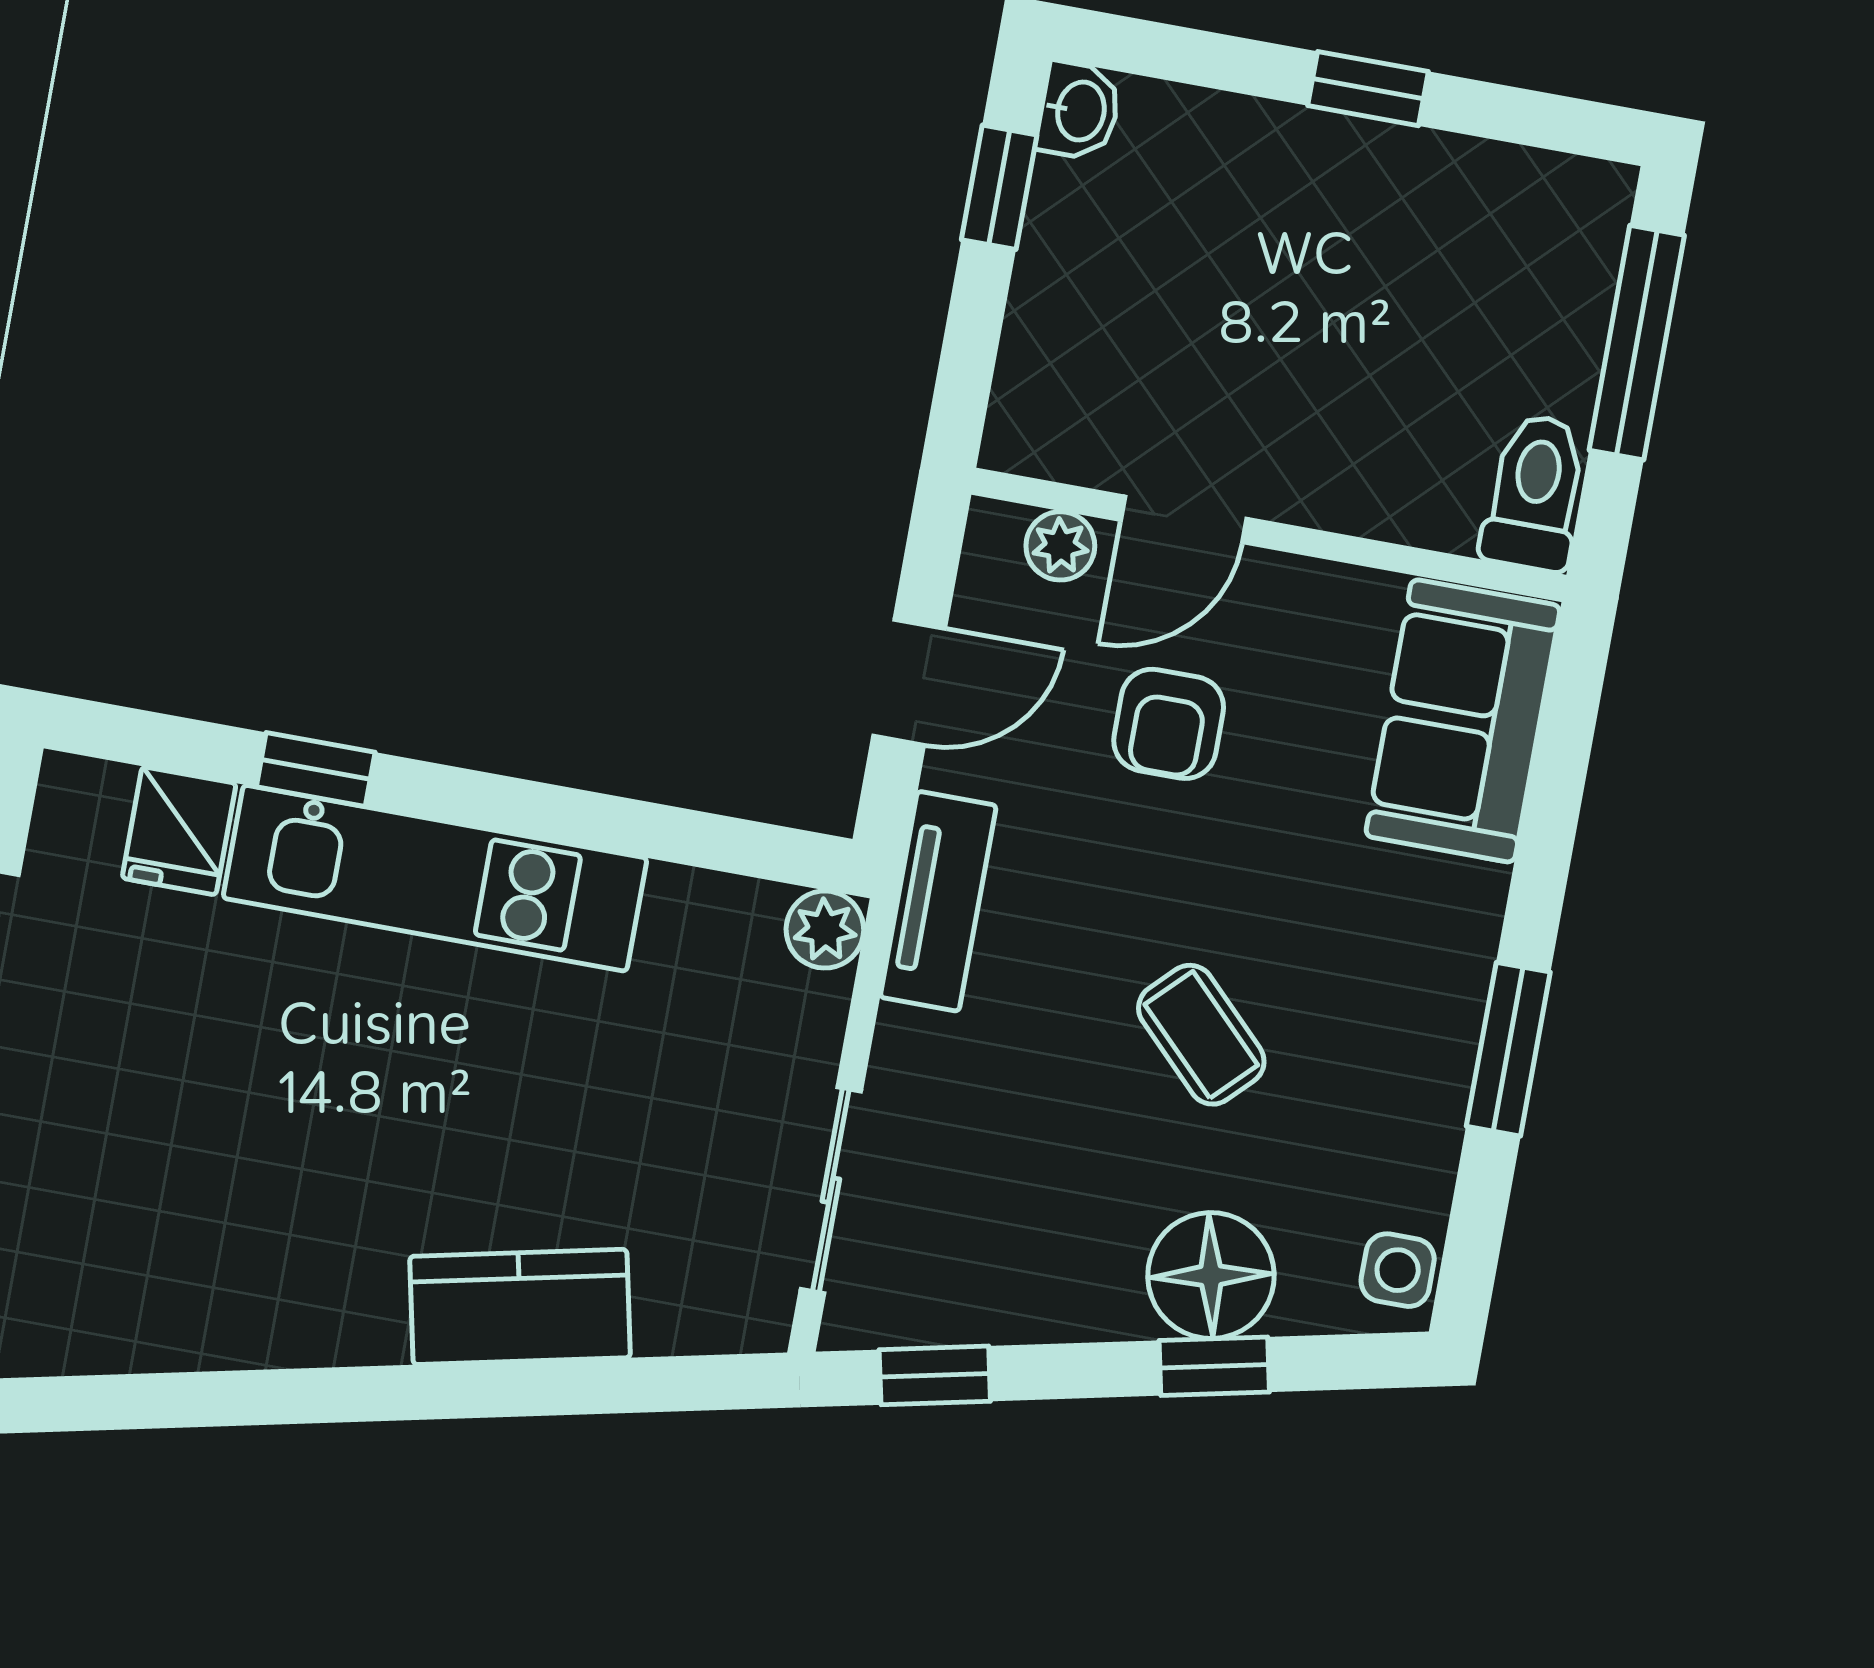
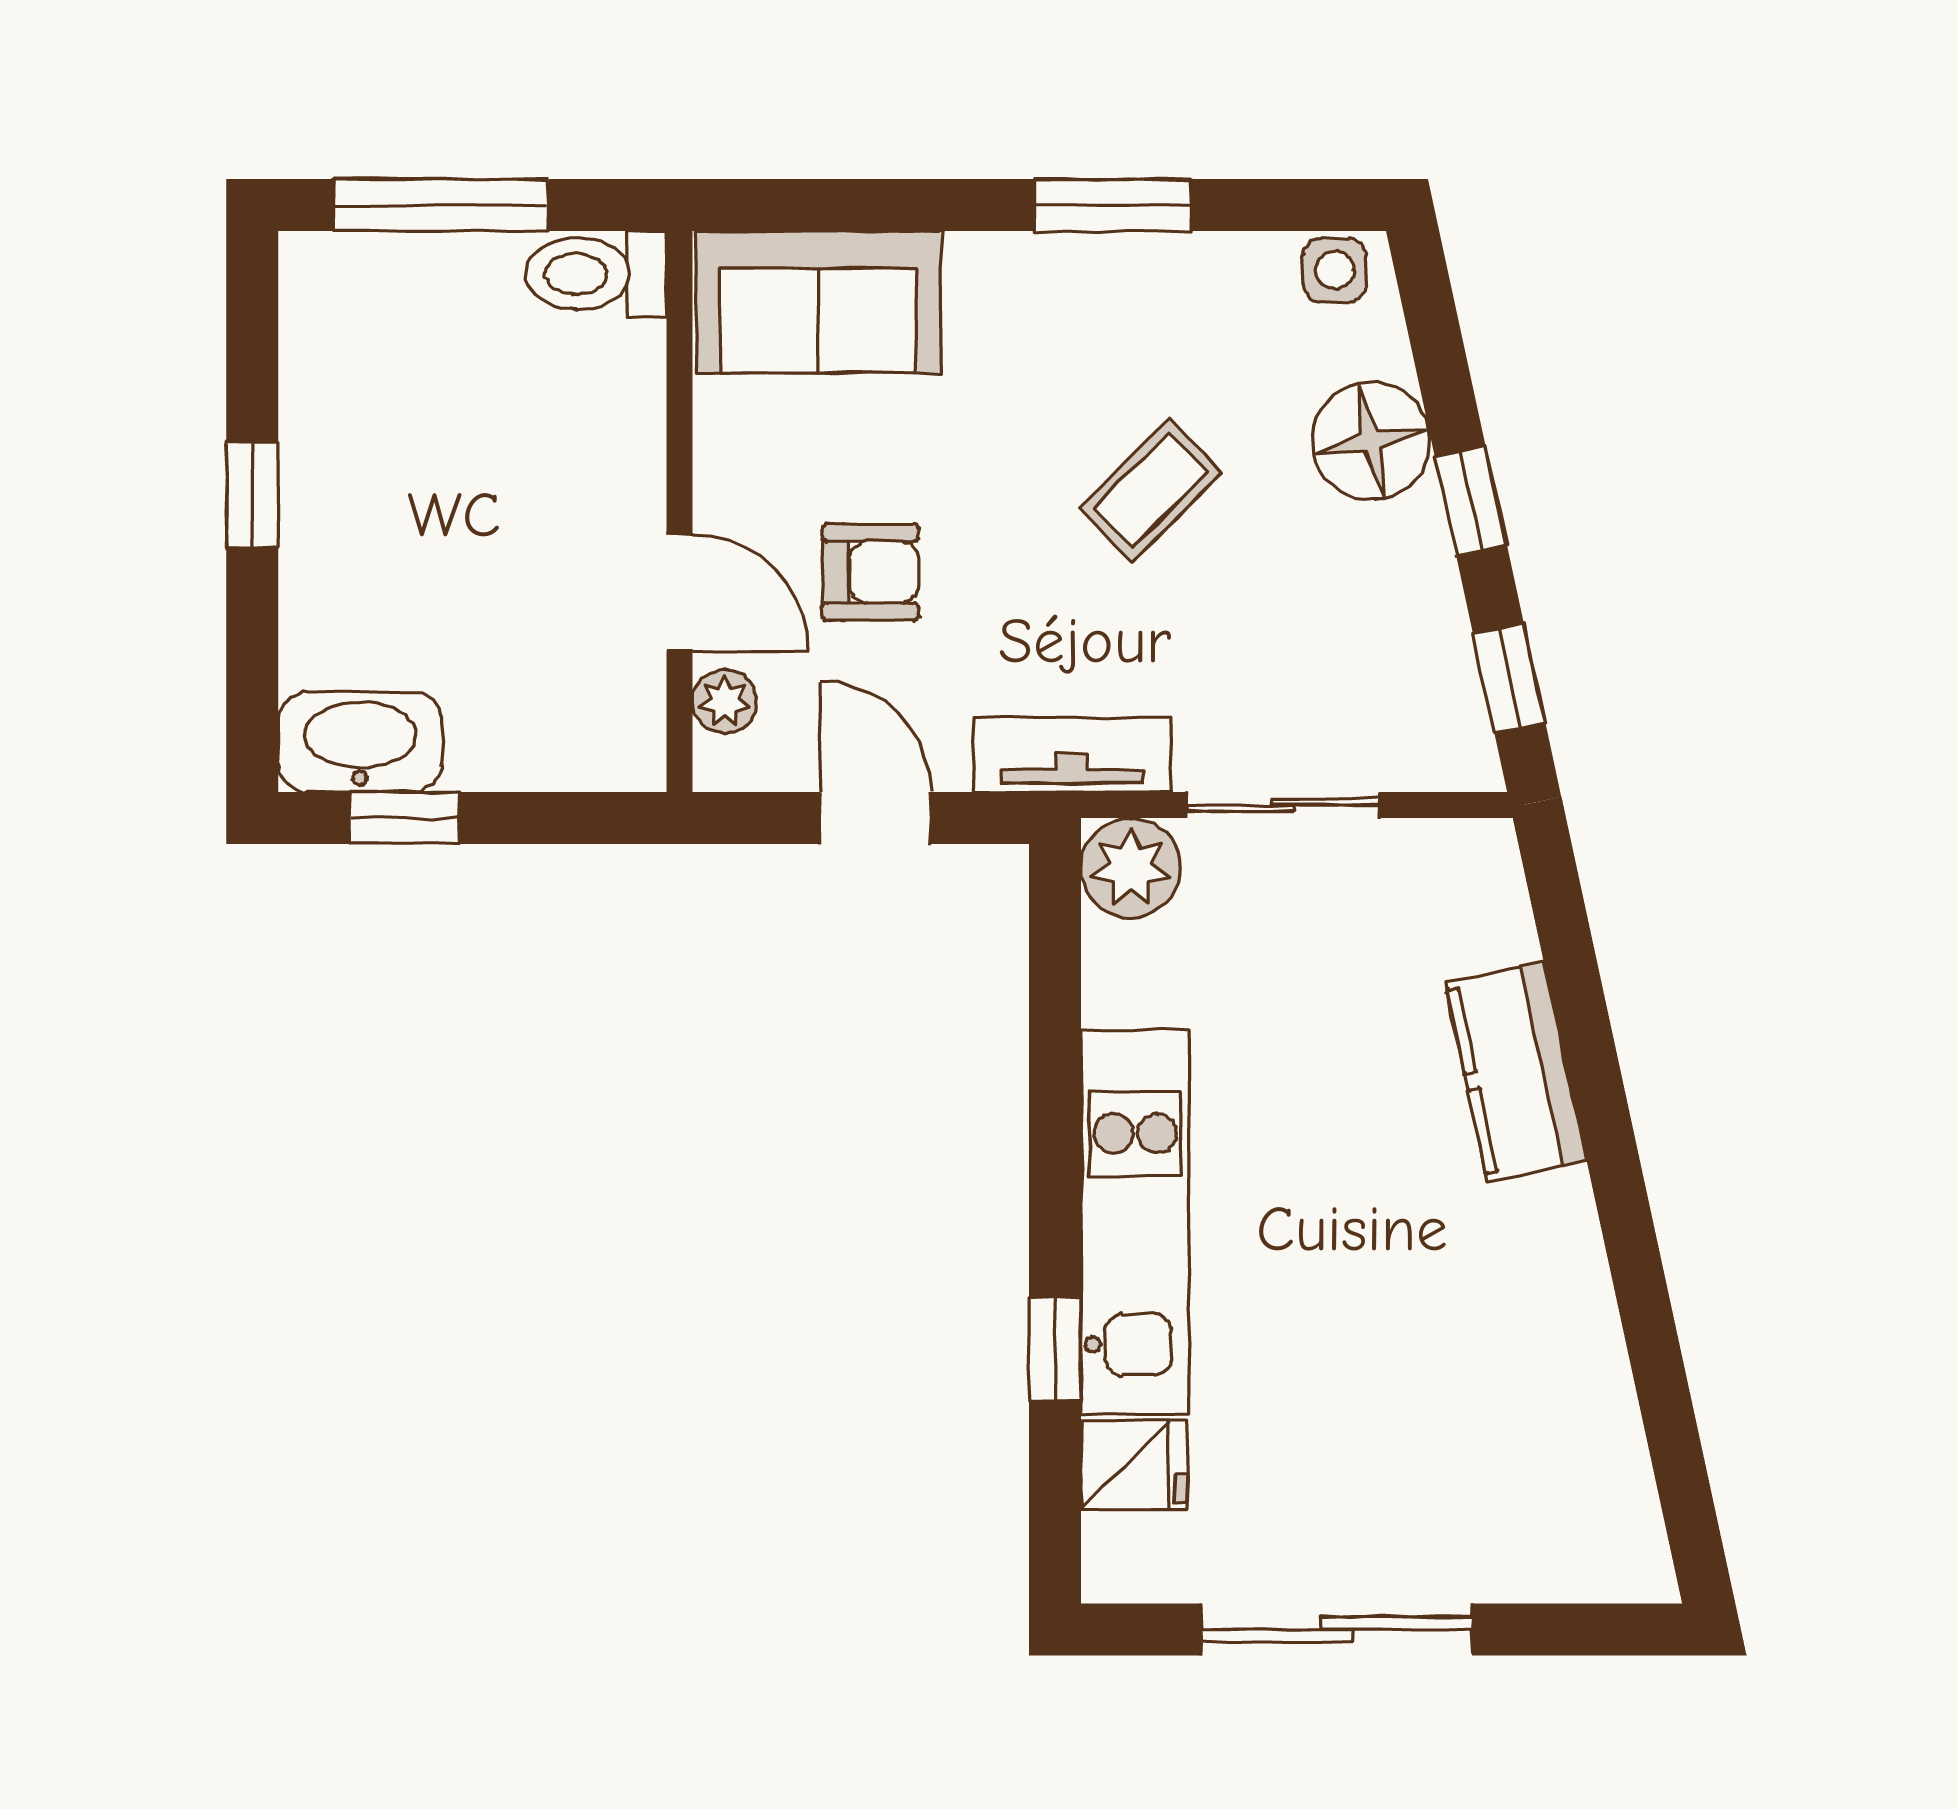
washbasin: (1079, 111) -> (360, 742), width x1.91, depth x1.45
plant: (825, 930) -> (1131, 868), width x1.38, depth x1.38
sliding door: (831, 1190) -> (1283, 805), moved
window: (1214, 1366) -> (1471, 501), moved

